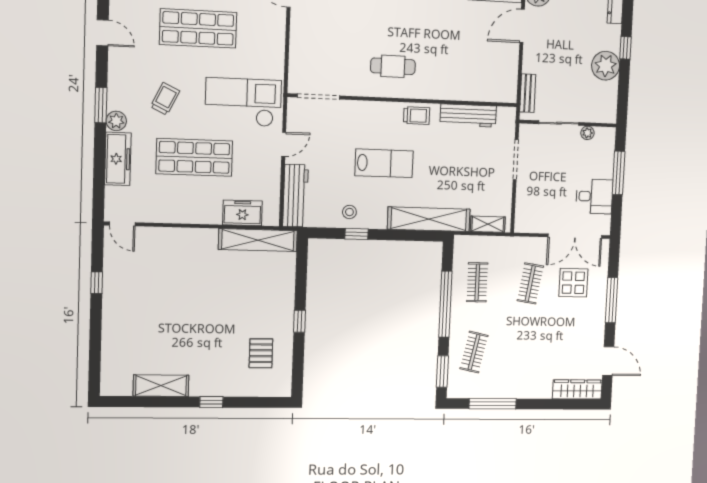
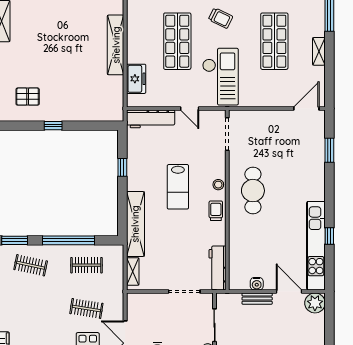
cafe table: (393, 66) -> (253, 191), width x1.37, depth x1.35
water cooler: (511, 67) -> (257, 284), added
bench: (528, 93) -> (257, 299), moved
workbench: (468, 115) -> (218, 268), moved
trolley: (417, 116) -> (216, 211), turned 180
stool: (349, 212) -> (218, 185), moved
shelving: (258, 240) -> (116, 45), moved

